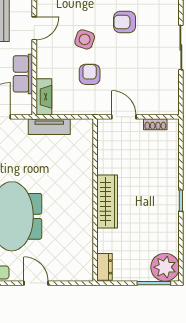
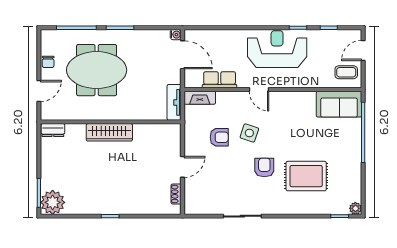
wall: (95, 200) -> (111, 122), moved
wardrobe: (107, 201) -> (109, 132), moved
dresser: (104, 267) -> (53, 130), moved

